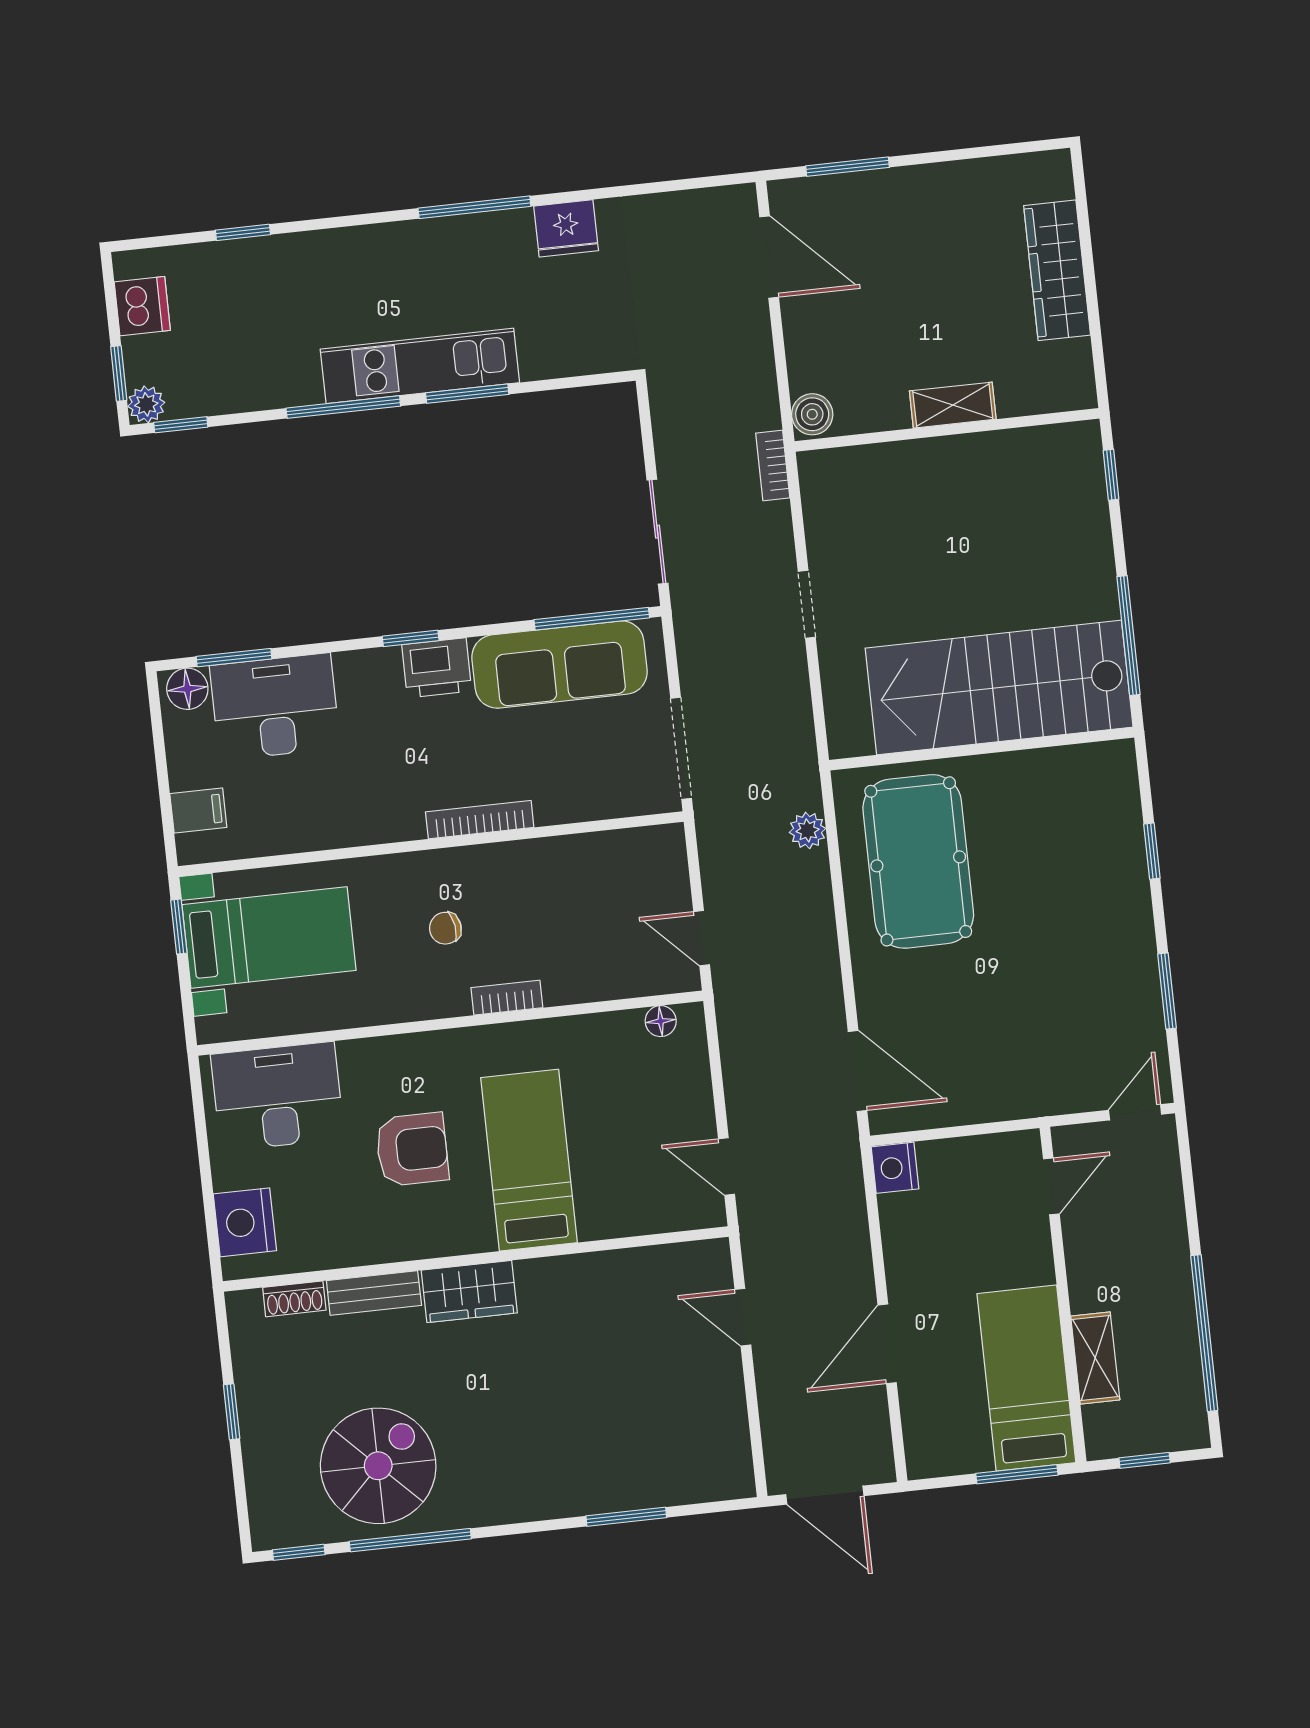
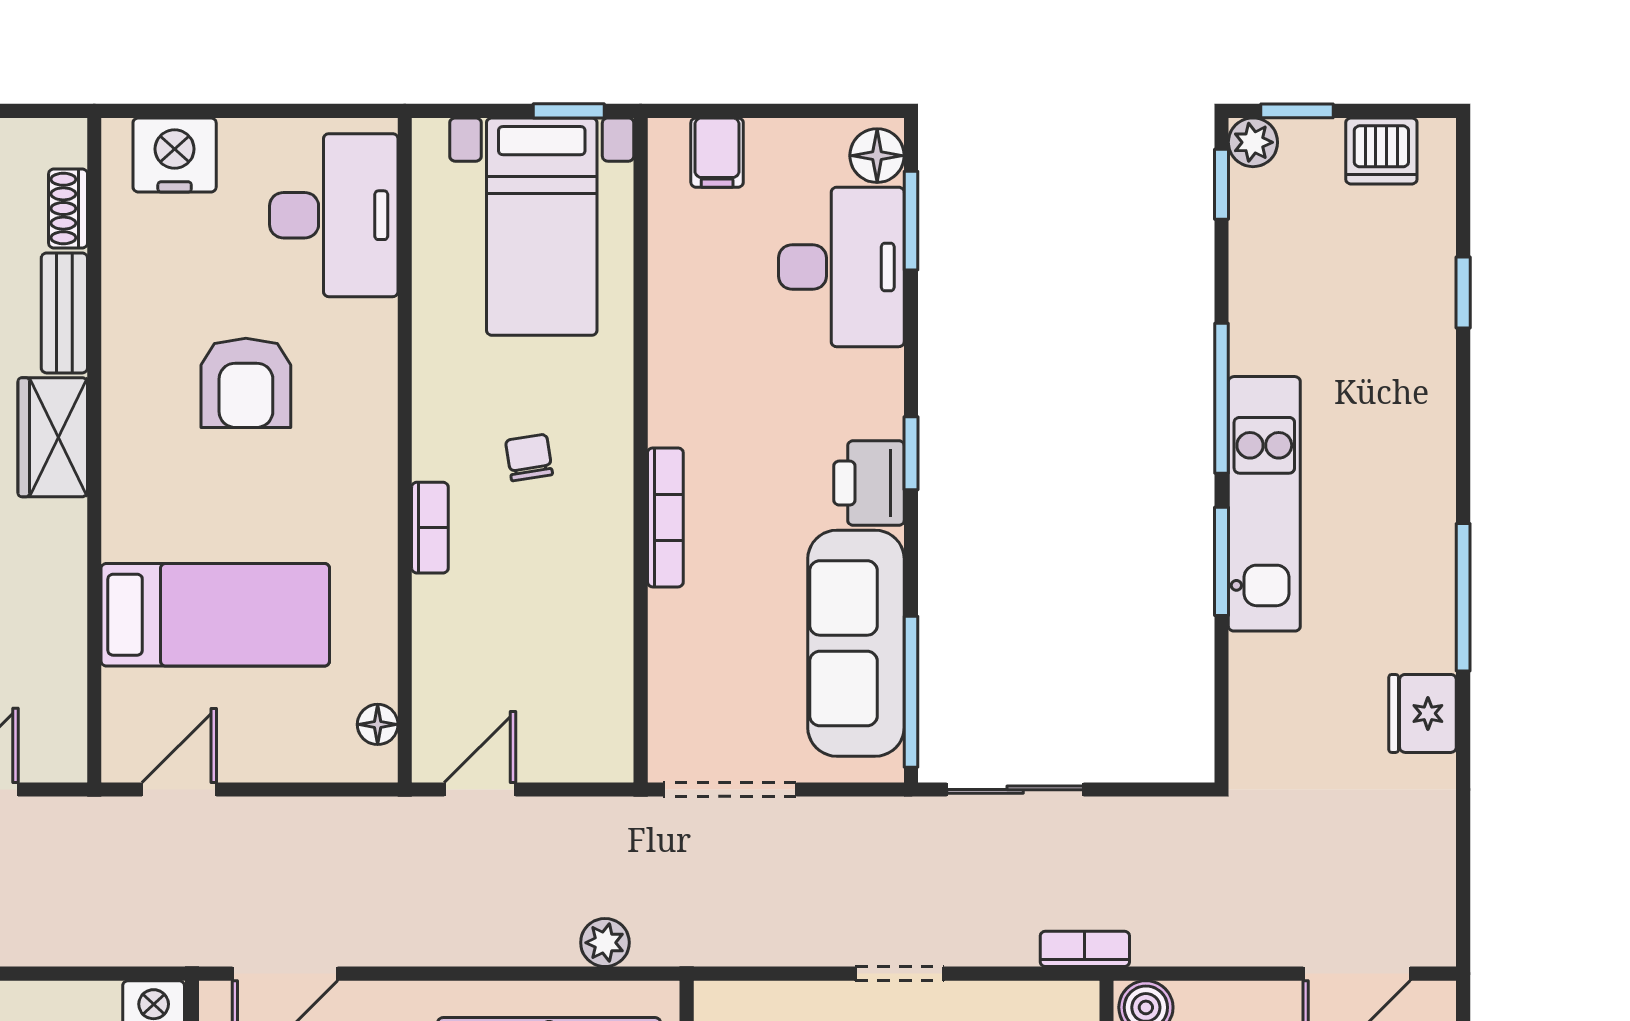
bed: (529, 1160) -> (215, 615), moved

